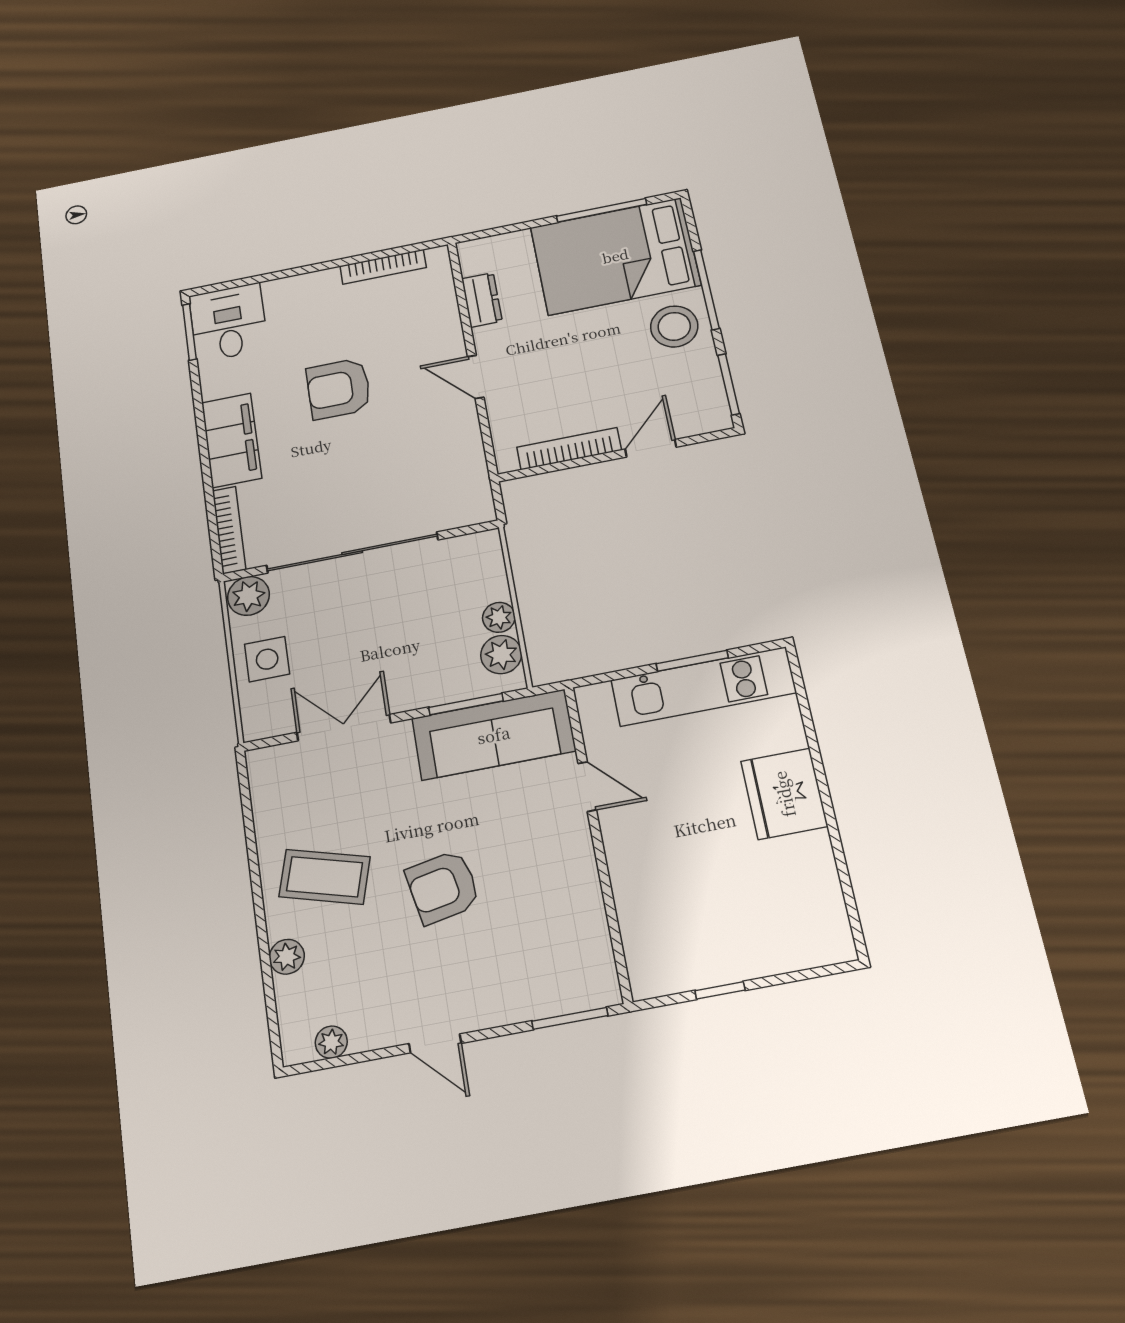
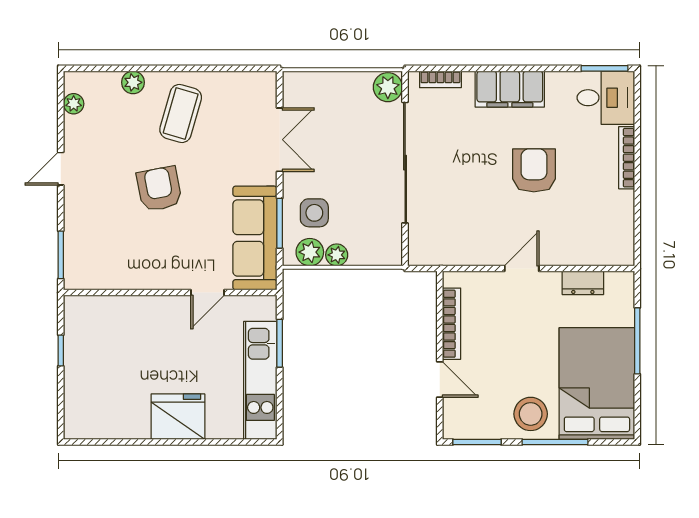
window: (602, 210) -> (637, 341), moved
bookcase: (383, 267) -> (627, 158), moved
bookcase: (229, 530) -> (440, 79), width x0.64
side table: (267, 659) -> (314, 213), moved
window: (692, 661) -> (280, 343), moved

